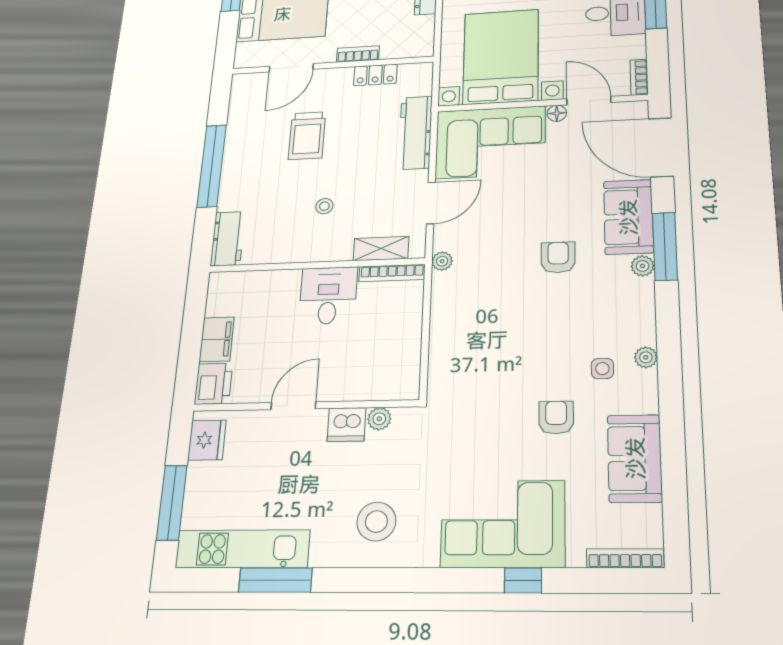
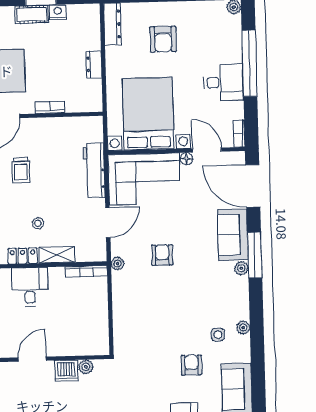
locker: (375, 75) -> (23, 256), moved, turned 180
trolley: (307, 136) -> (21, 170), width x0.73, depth x0.72
shelving: (381, 249) -> (57, 255), moved
armchair: (558, 257) -> (162, 255), moved
desk: (328, 295) -> (30, 287), moved

